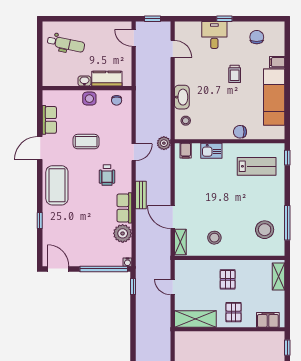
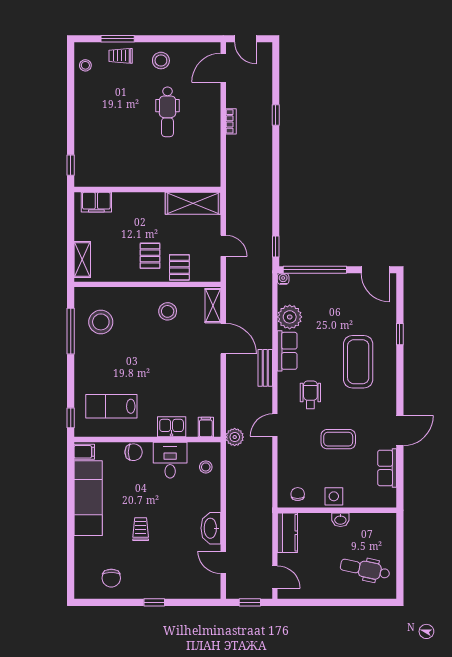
desk: (214, 35) -> (170, 460), moved, turned 180
filing cabinet: (277, 62) -> (84, 452), moved
kitchen counter: (107, 79) -> (287, 533), moved, turned -90
washbasin: (182, 97) -> (211, 528), moved
coffee table: (57, 185) -> (358, 362), moved
pallet: (234, 312) -> (179, 267), moved

